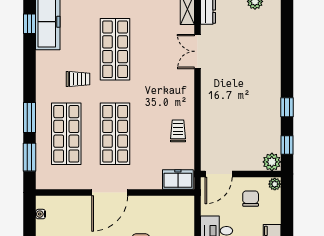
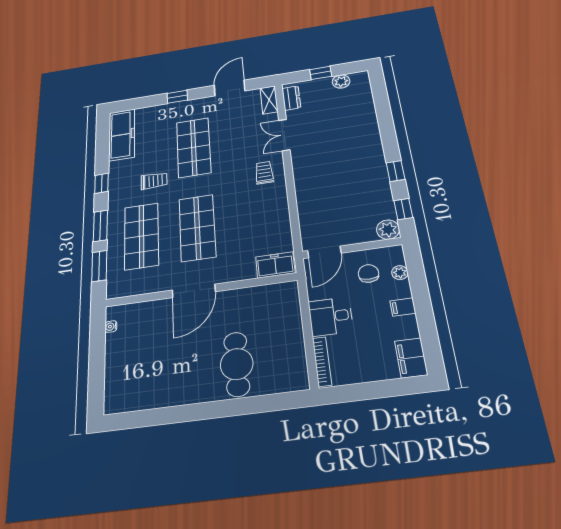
window: (29, 24) -> (102, 183), moved
trolley: (178, 131) -> (264, 173), moved
plant: (275, 184) -> (400, 273), moved

